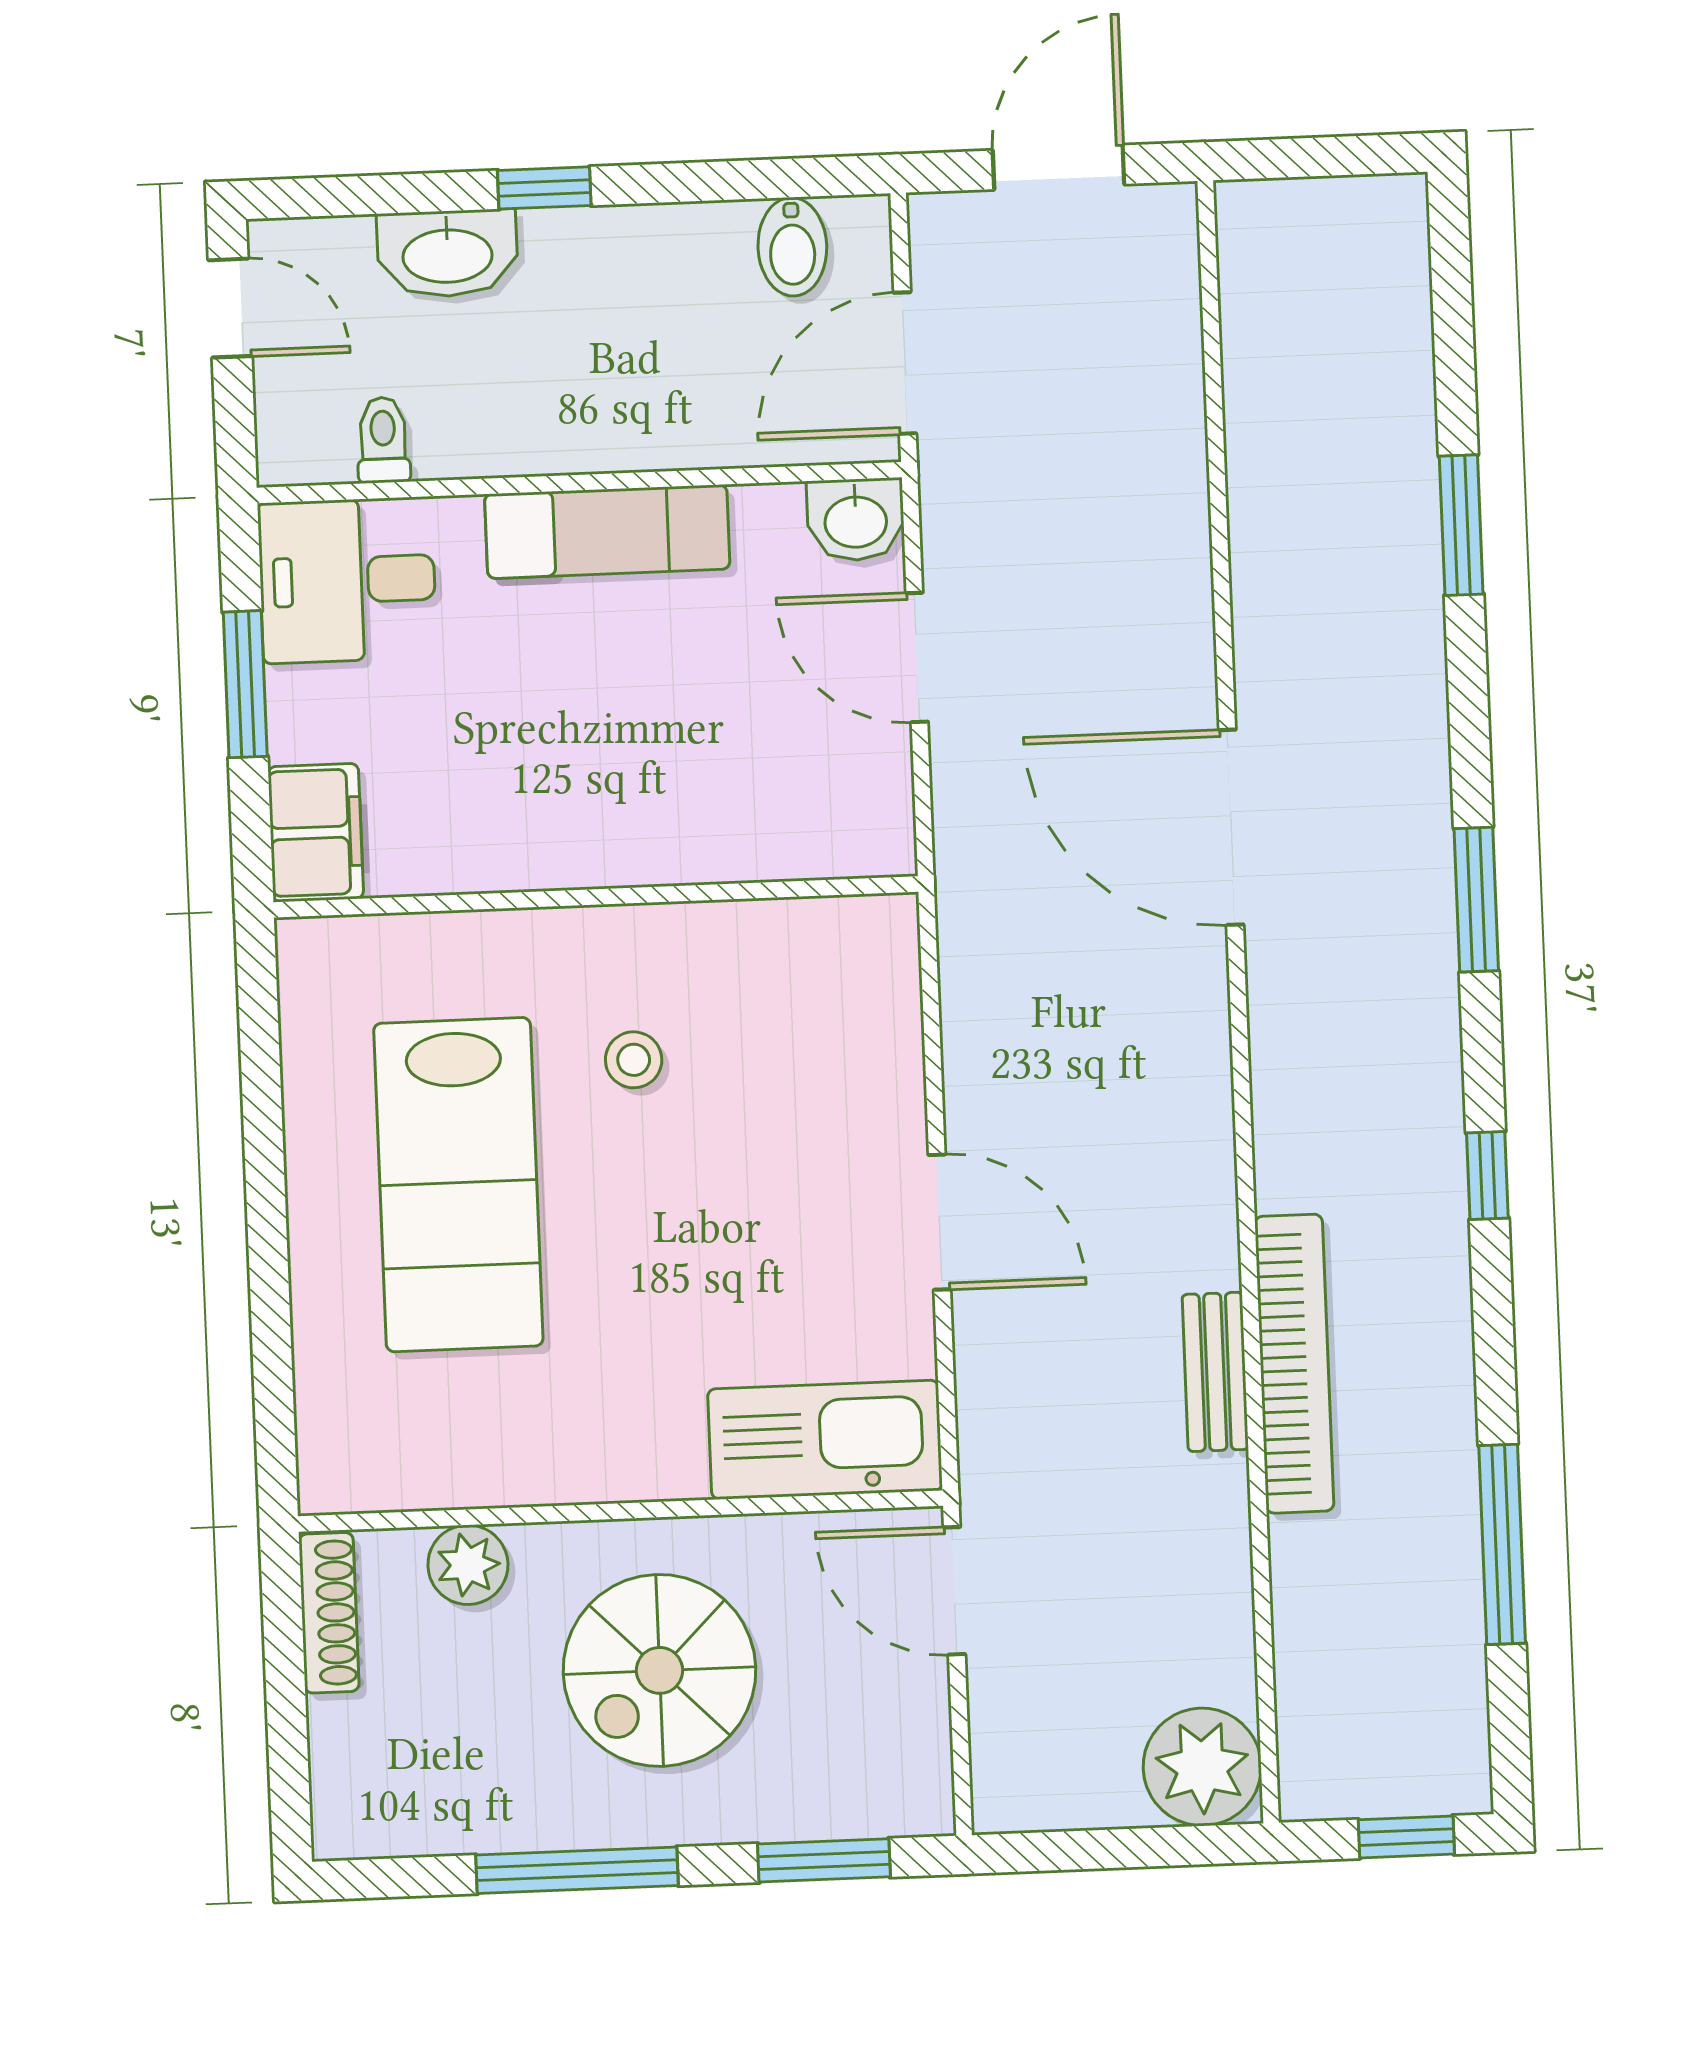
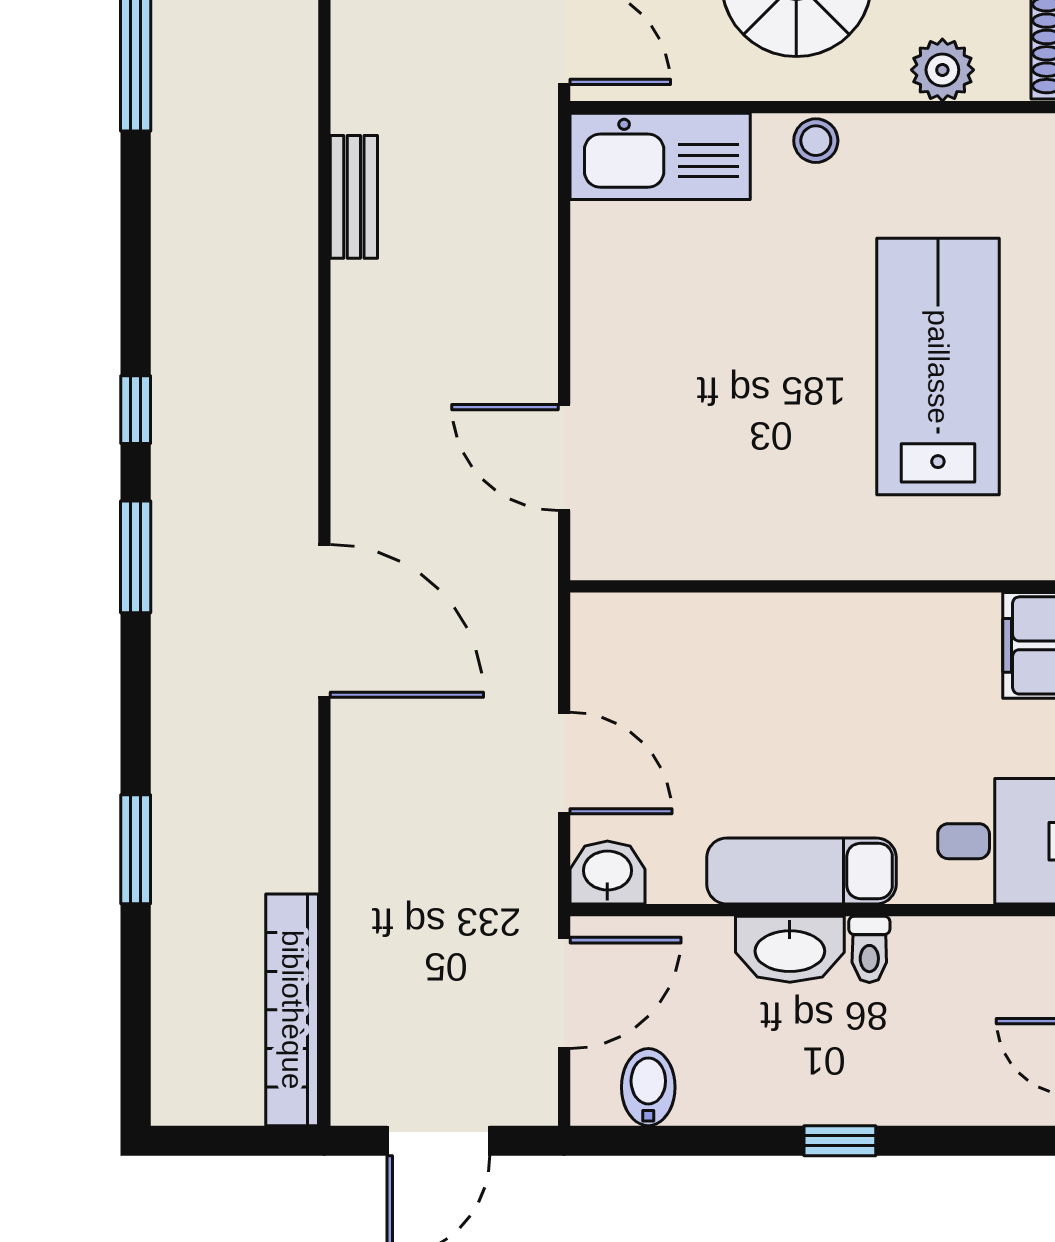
washbasin: (447, 254) -> (790, 949), moved, turned 180
toilet: (383, 440) -> (869, 949), moved
stool: (634, 1060) -> (816, 141), moved
window: (1487, 1175) -> (136, 410), moved
door: (940, 1222) -> (564, 458), moved
bookcase: (1294, 1364) -> (292, 1010), moved

